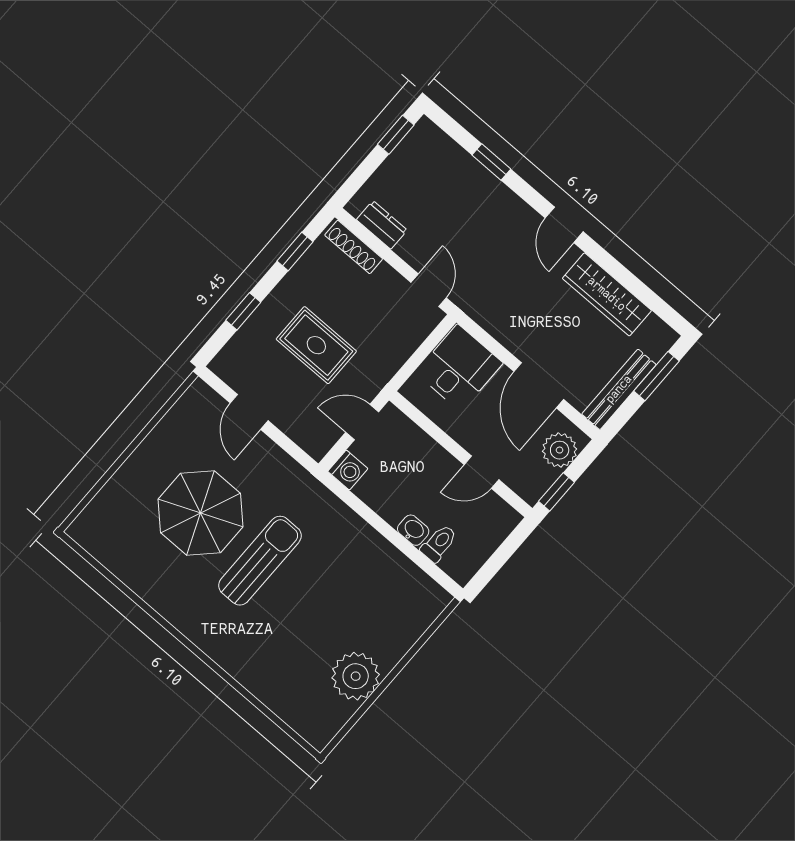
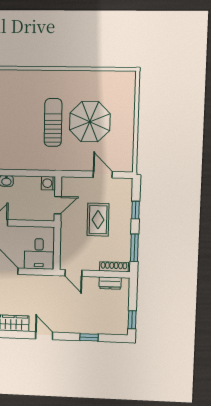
window: (295, 251) -> (134, 248), width x1.50
rug: (316, 345) -> (98, 220), turned 90
sun lounger: (260, 561) -> (53, 122), turned 180

